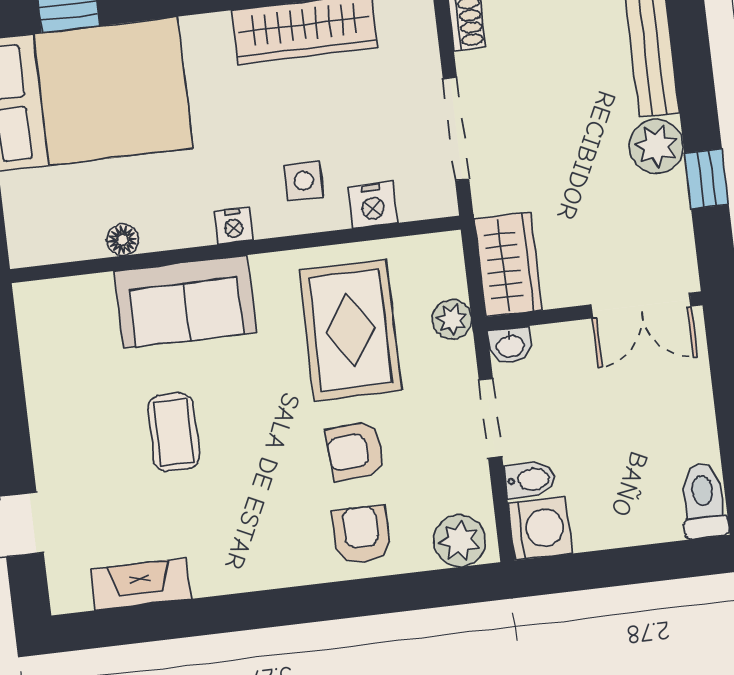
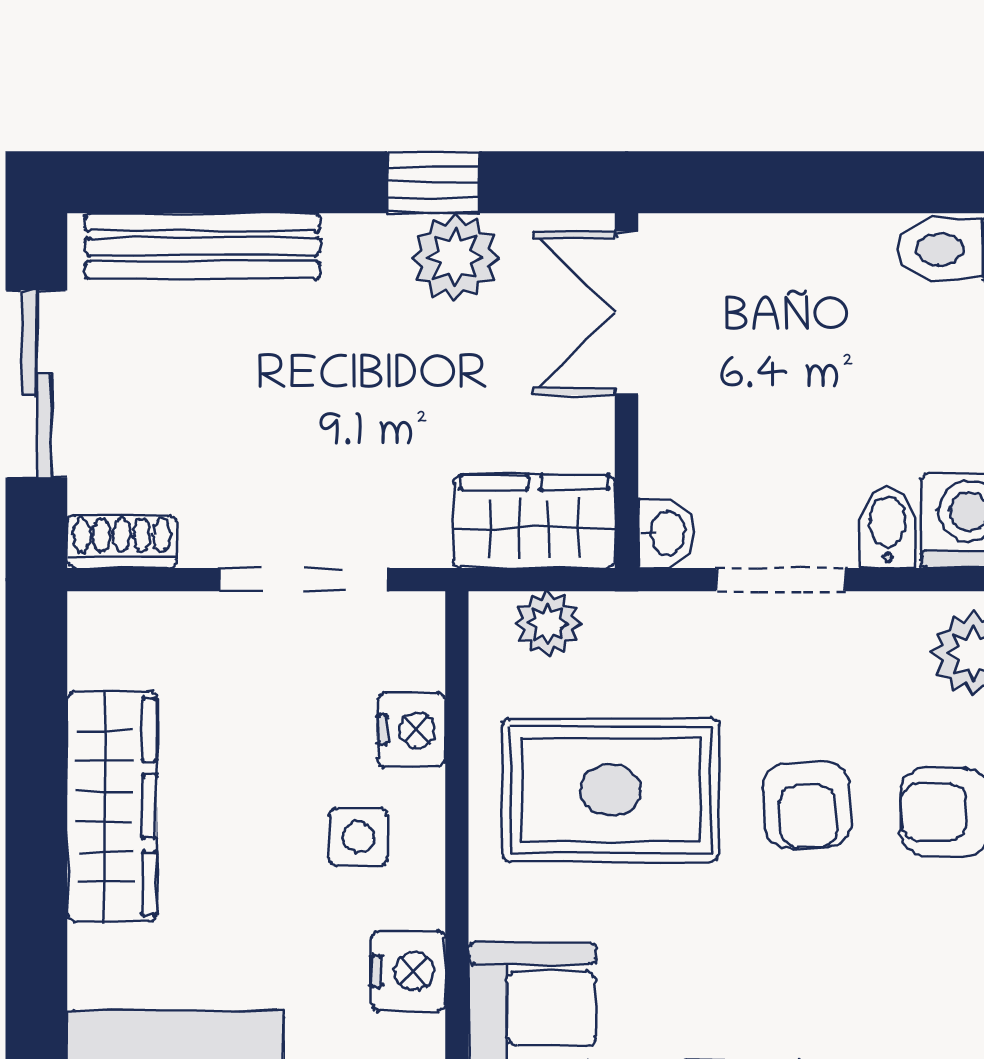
plant: (656, 146) -> (455, 258), moved
nightstand: (234, 226) -> (408, 971), width x1.39, depth x1.35
double door: (641, 306) -> (627, 313), swing flipped
plant: (452, 319) -> (548, 623), moved

